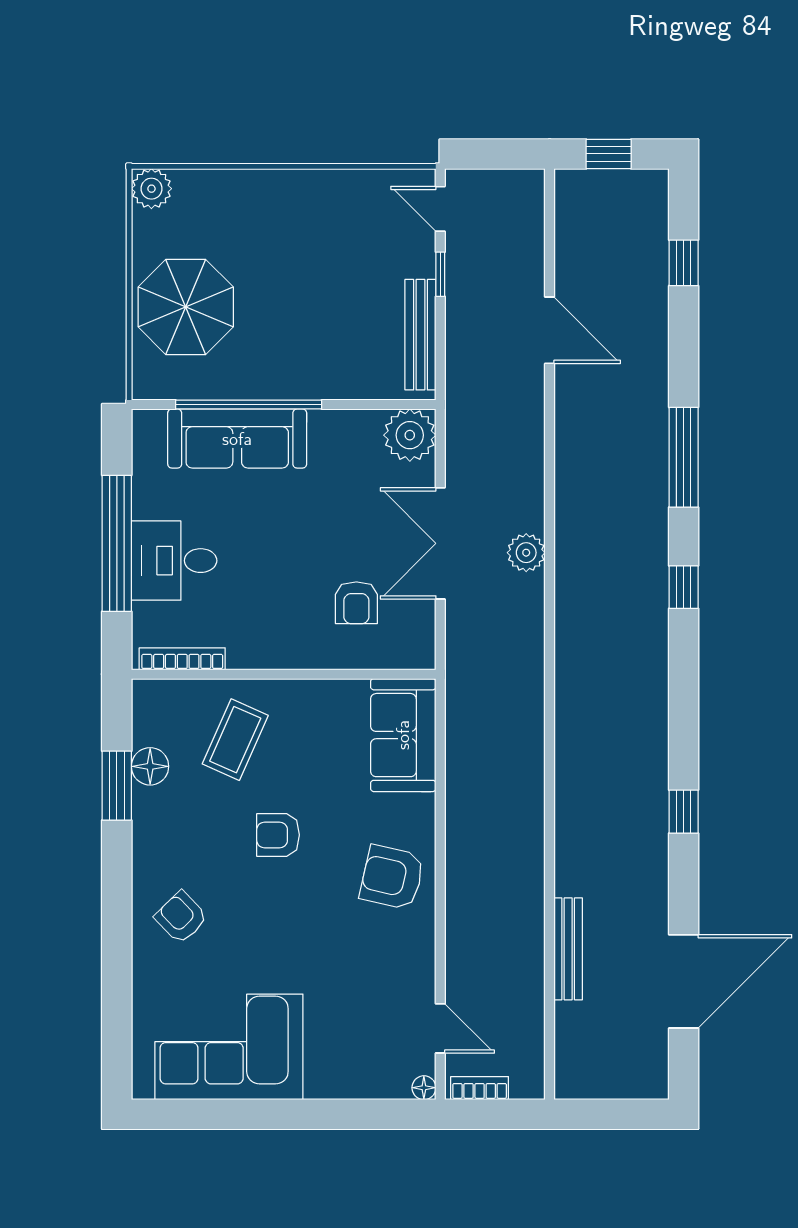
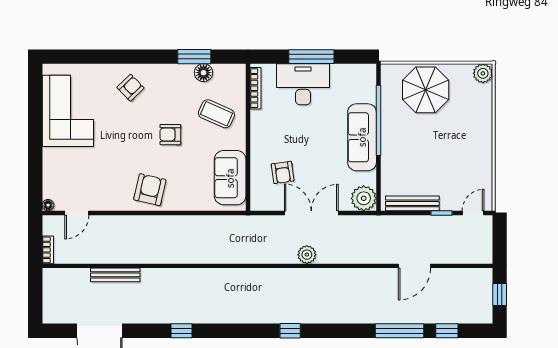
sofa: (237, 439) -> (362, 137), moved
window: (684, 457) -> (399, 331), moved
window: (117, 543) -> (311, 57), width x0.68
desk: (174, 561) -> (303, 84), width x1.37
armchair: (356, 603) -> (283, 172), turned -98
sofa: (403, 735) -> (230, 178), moved, turned -90
armchair: (278, 835) -> (170, 135), turned -90
bookcase: (480, 1088) -> (48, 250), moved

